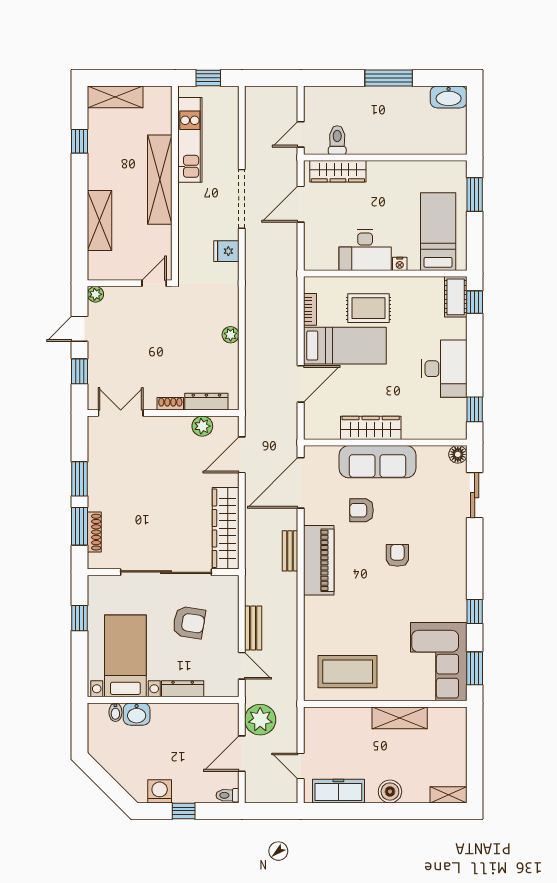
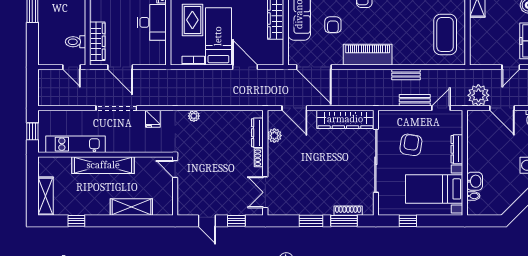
plant: (95, 294) -> (183, 210), removed
plant: (231, 335) -> (194, 116), moved
bench: (290, 551) -> (406, 75), moved

